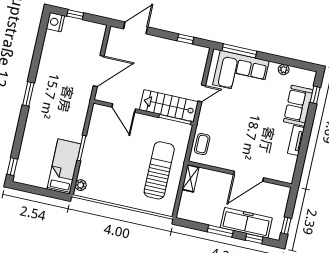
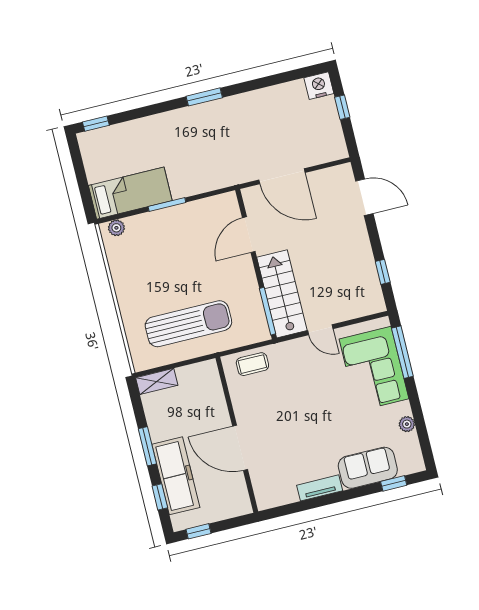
shelving: (190, 178) -> (157, 381), moved

